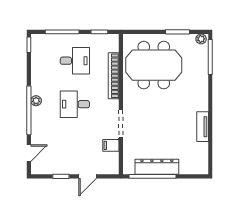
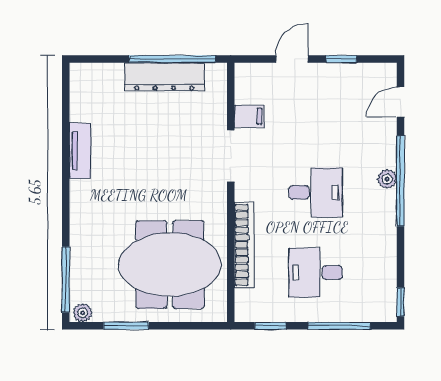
plant: (36, 101) -> (387, 179), moved

